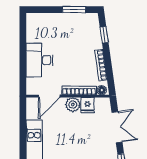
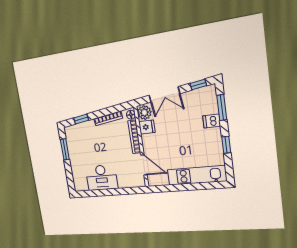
desk: (39, 60) -> (101, 178), moved
plant: (73, 105) -> (144, 113), moved
double door: (117, 127) -> (164, 95), swing flipped

